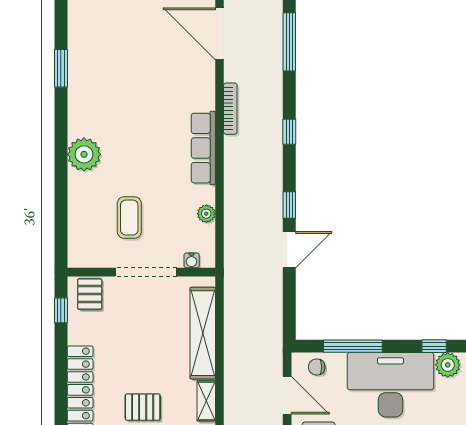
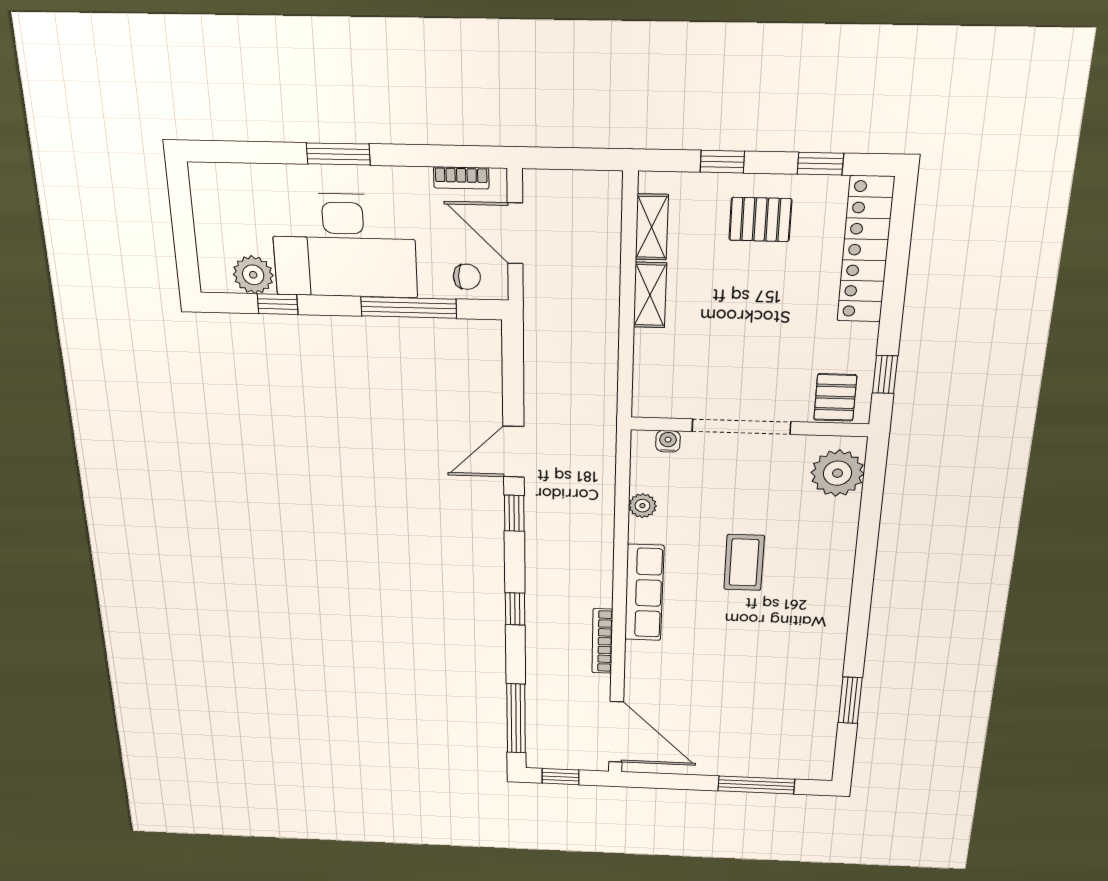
plant: (84, 154) -> (838, 473), moved
coffee table: (129, 218) -> (744, 562), moved
shelving: (203, 333) -> (650, 295), width x0.45, depth x0.75

